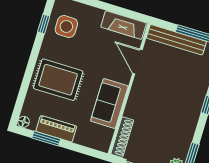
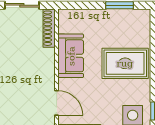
floor lamp: (24, 122) -> (145, 14), removed
piano: (56, 129) -> (113, 17), removed

